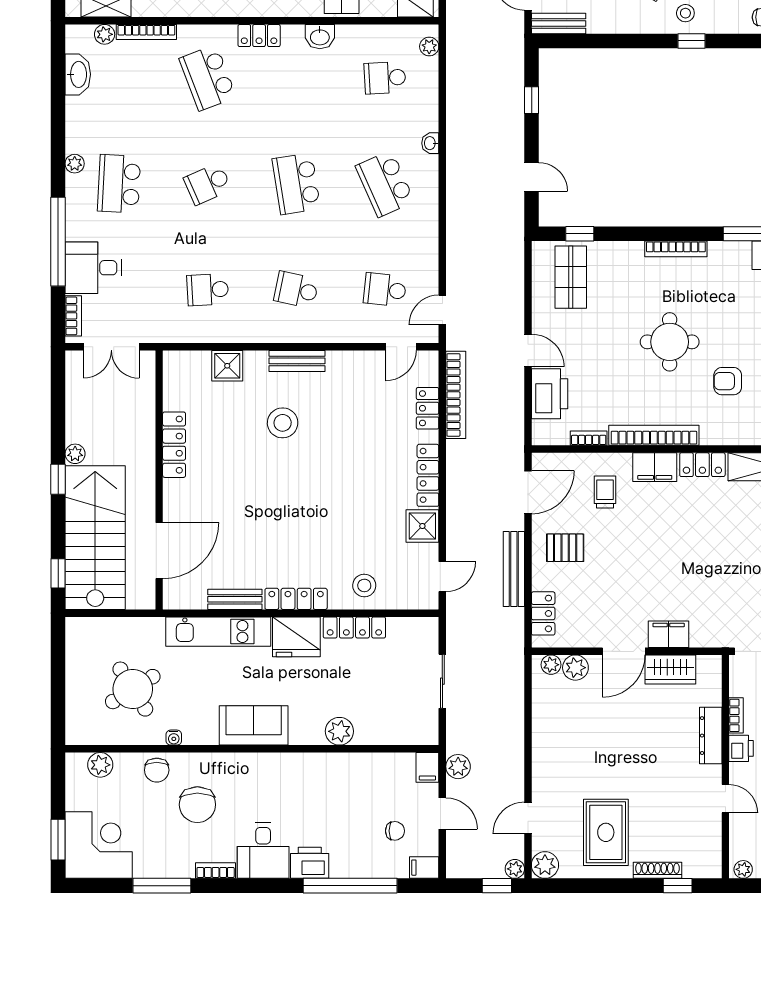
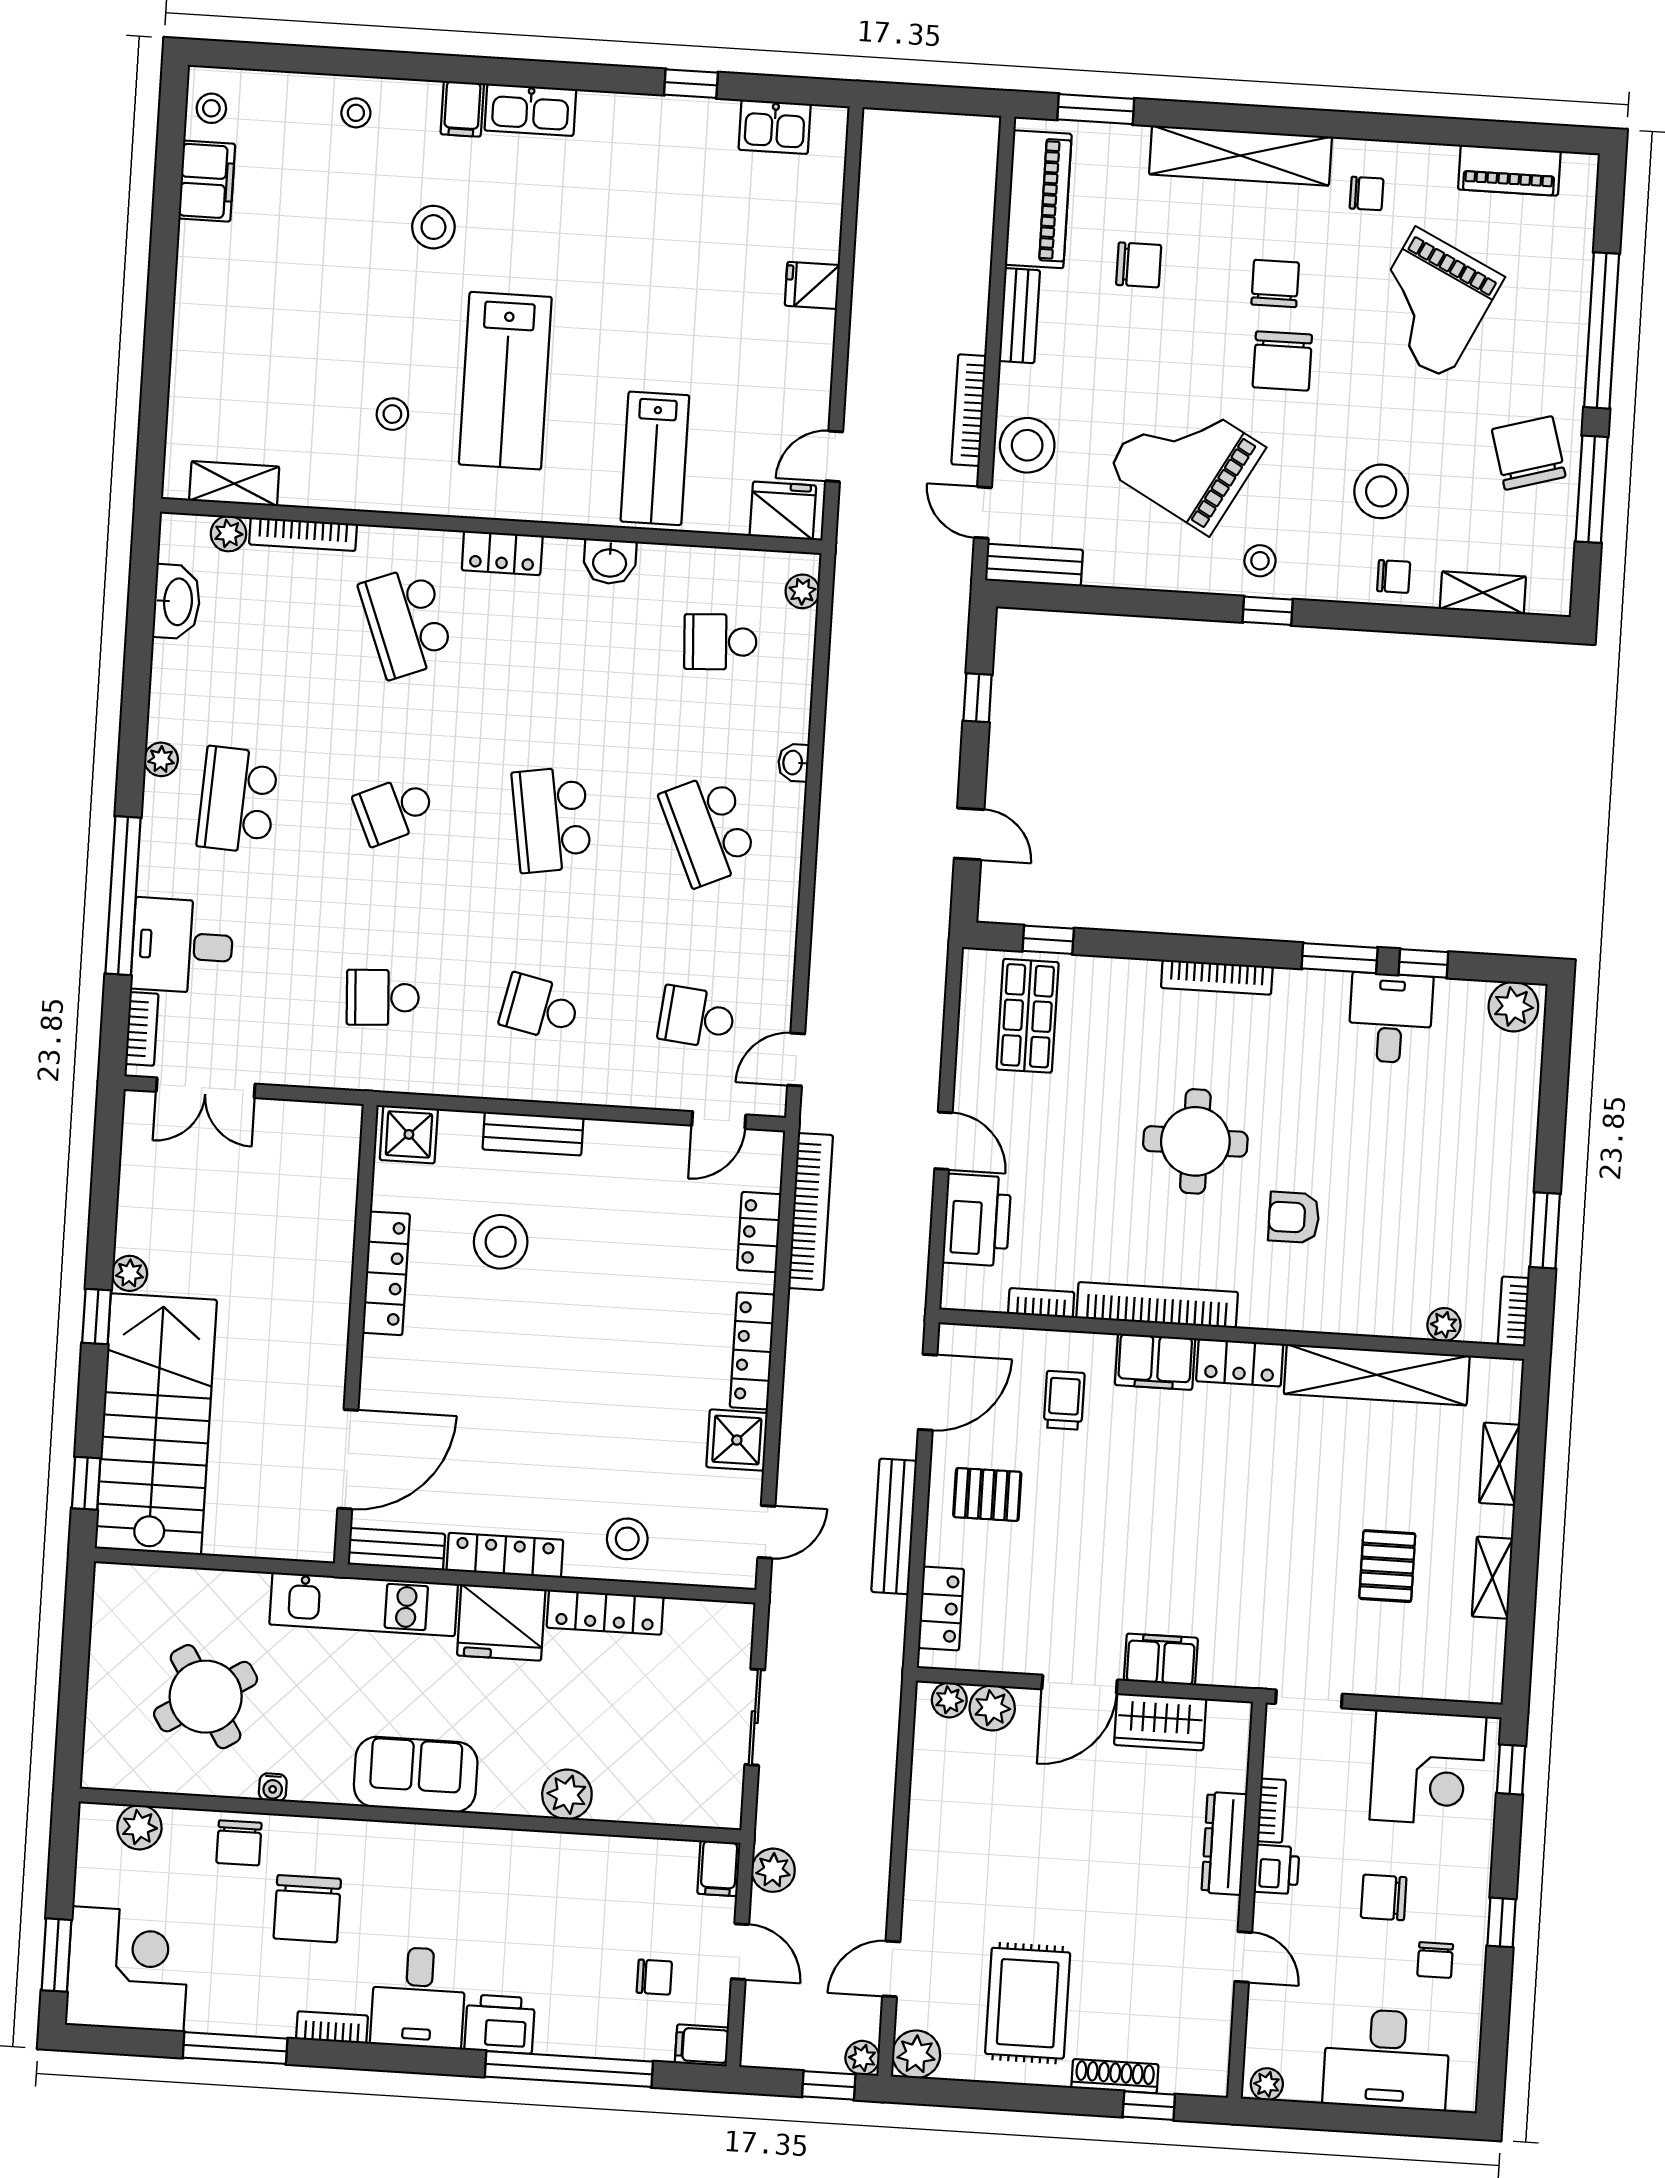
locker: (174, 445) -> (386, 1273), moved
wall: (159, 480) -> (356, 1334), moved
door: (159, 551) -> (348, 1459), moved

